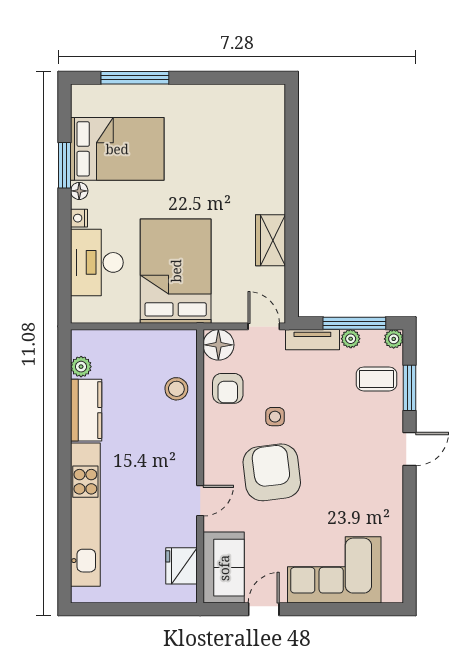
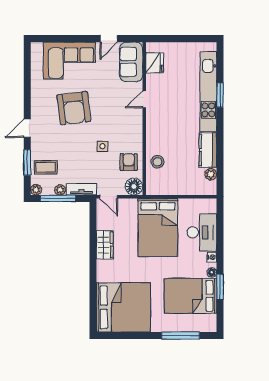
bed: (237, 128) -> (123, 307), added
armchair: (272, 472) -> (74, 108), moved
window: (64, 508) -> (220, 95), added

